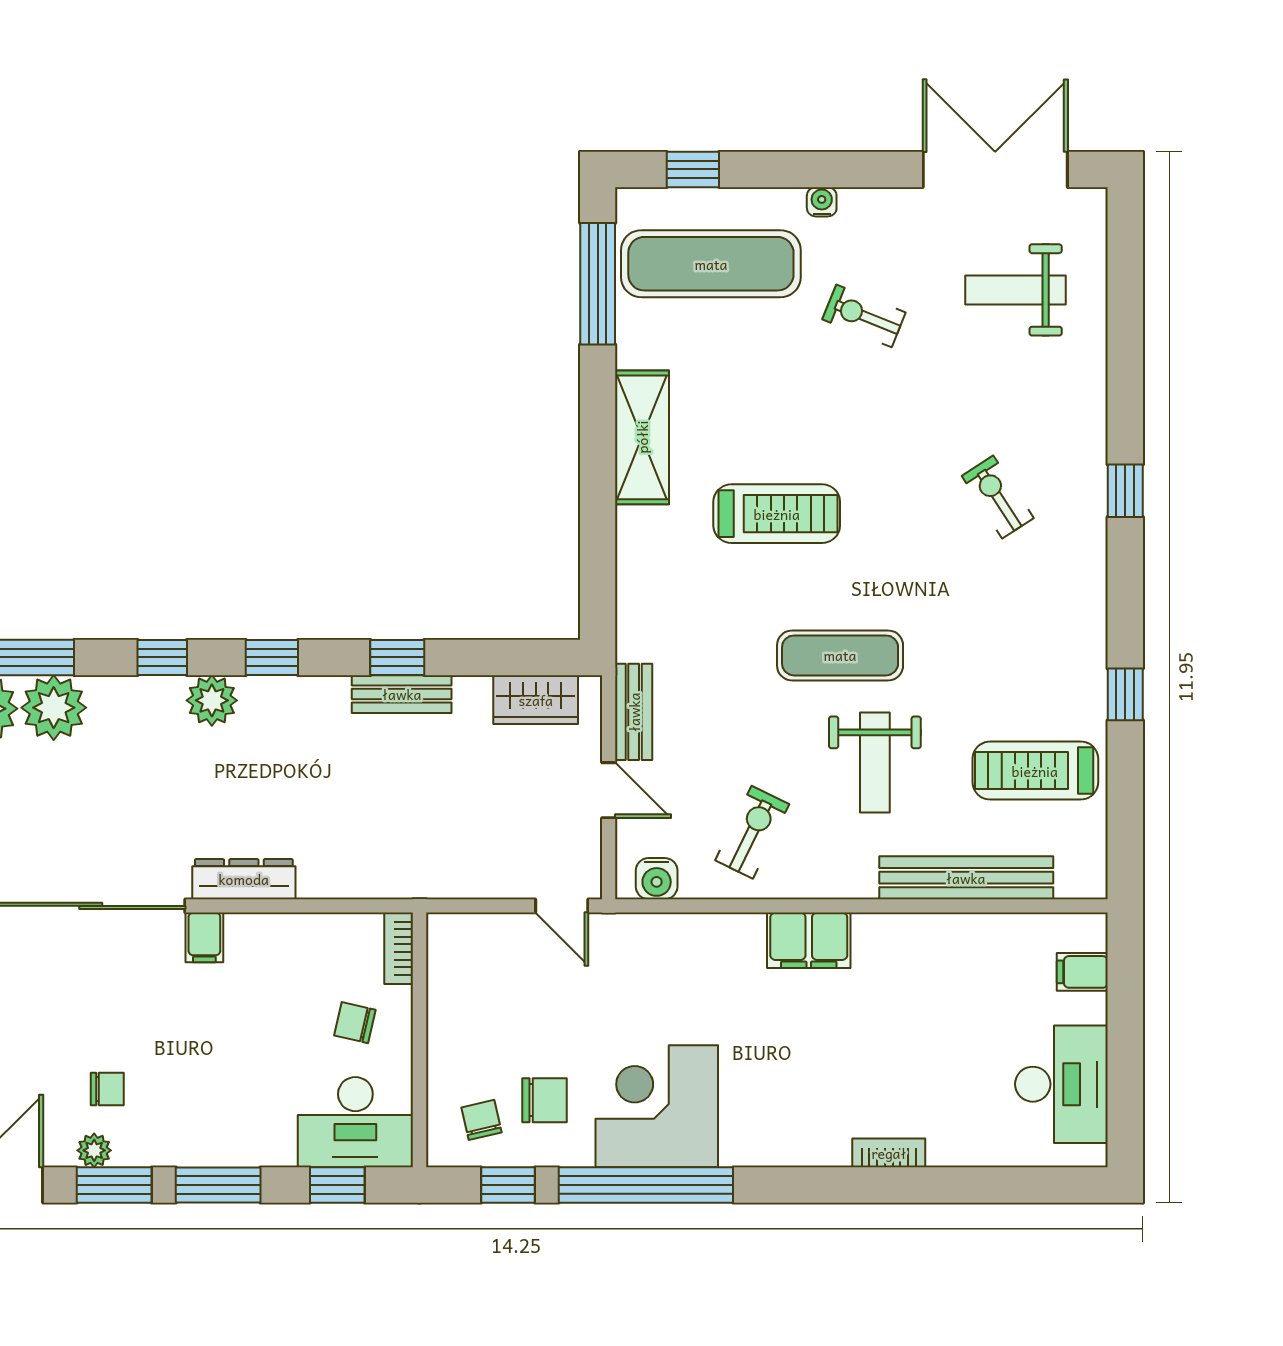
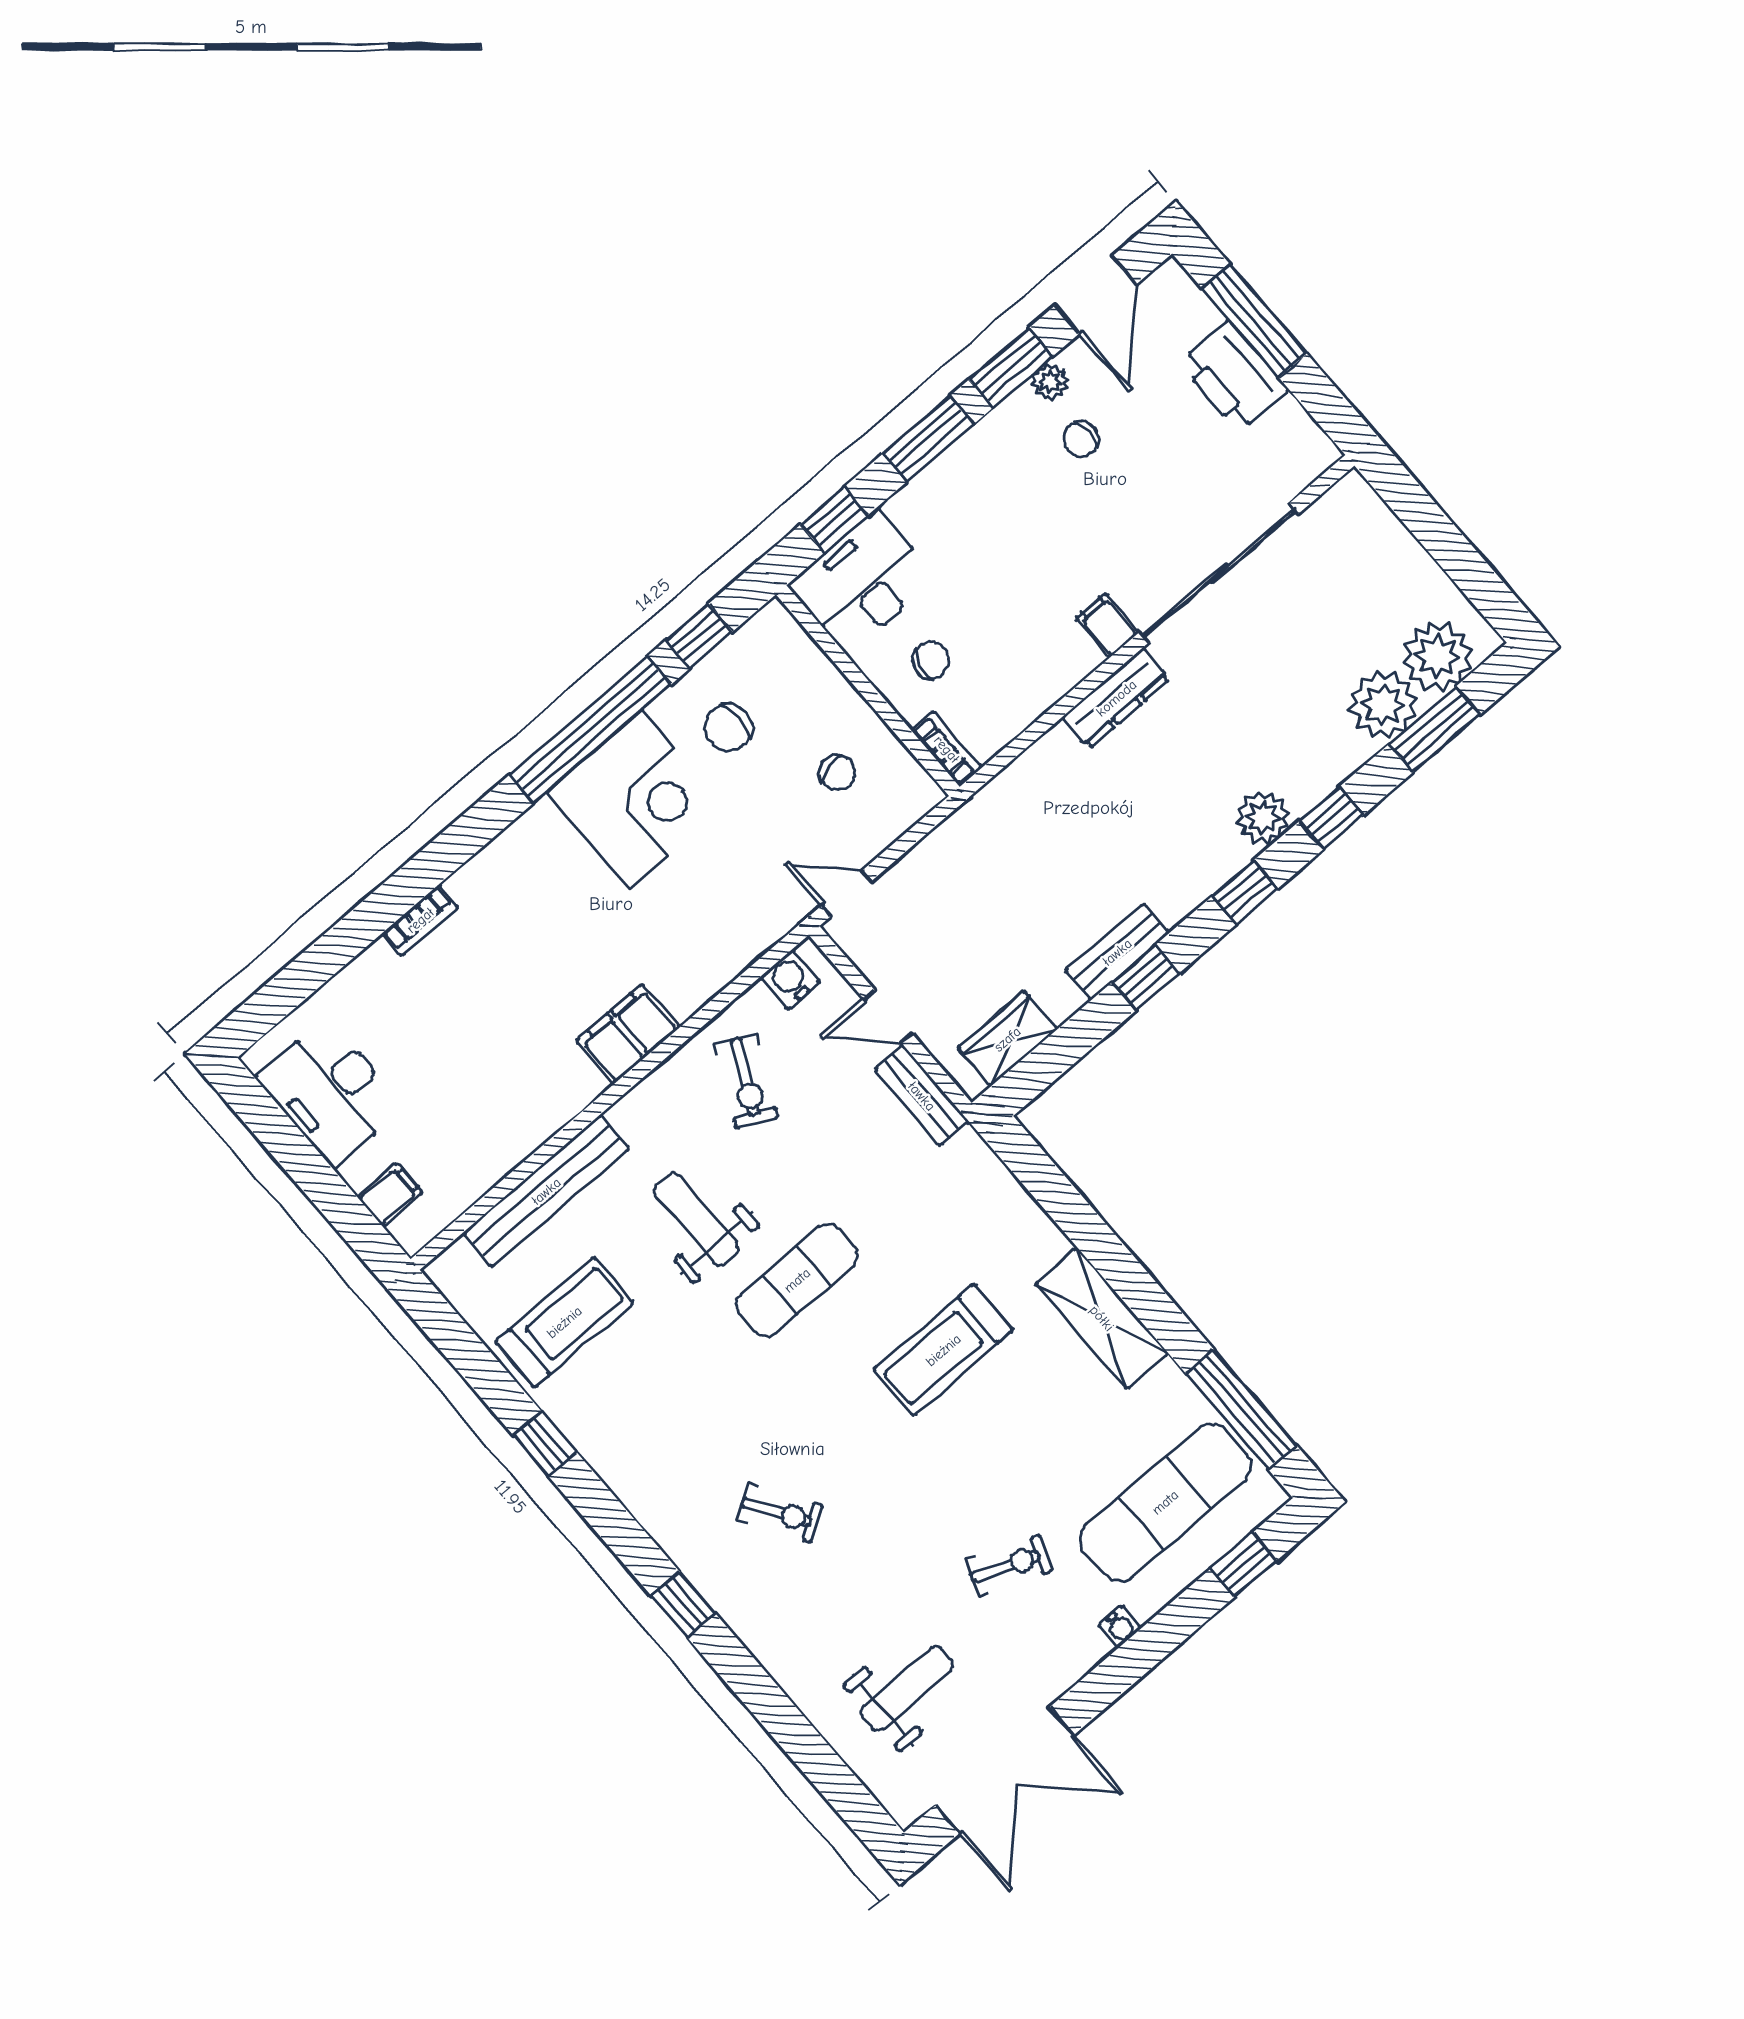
chair: (481, 1120) -> (837, 773), moved

